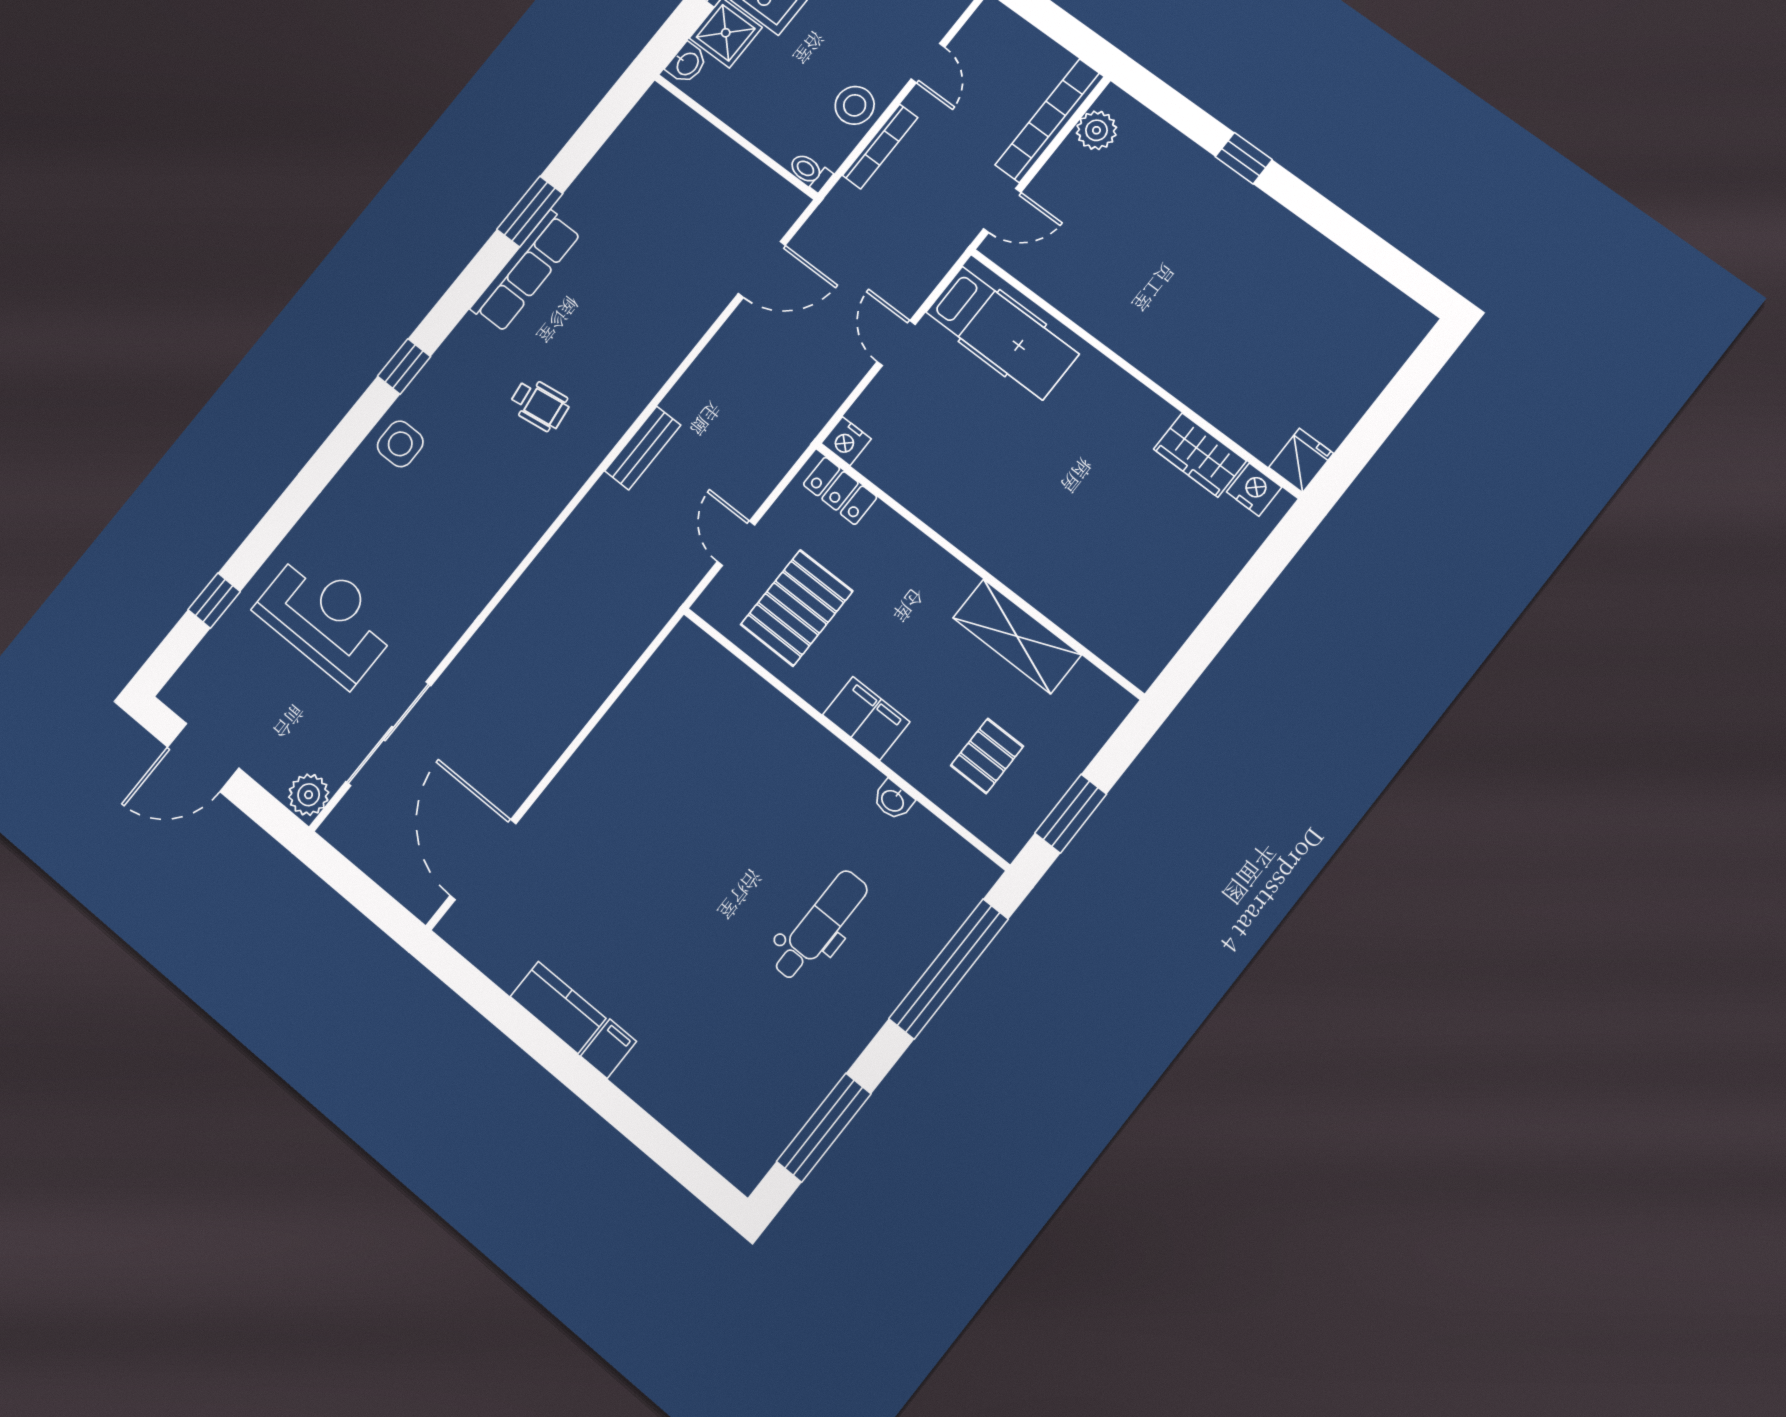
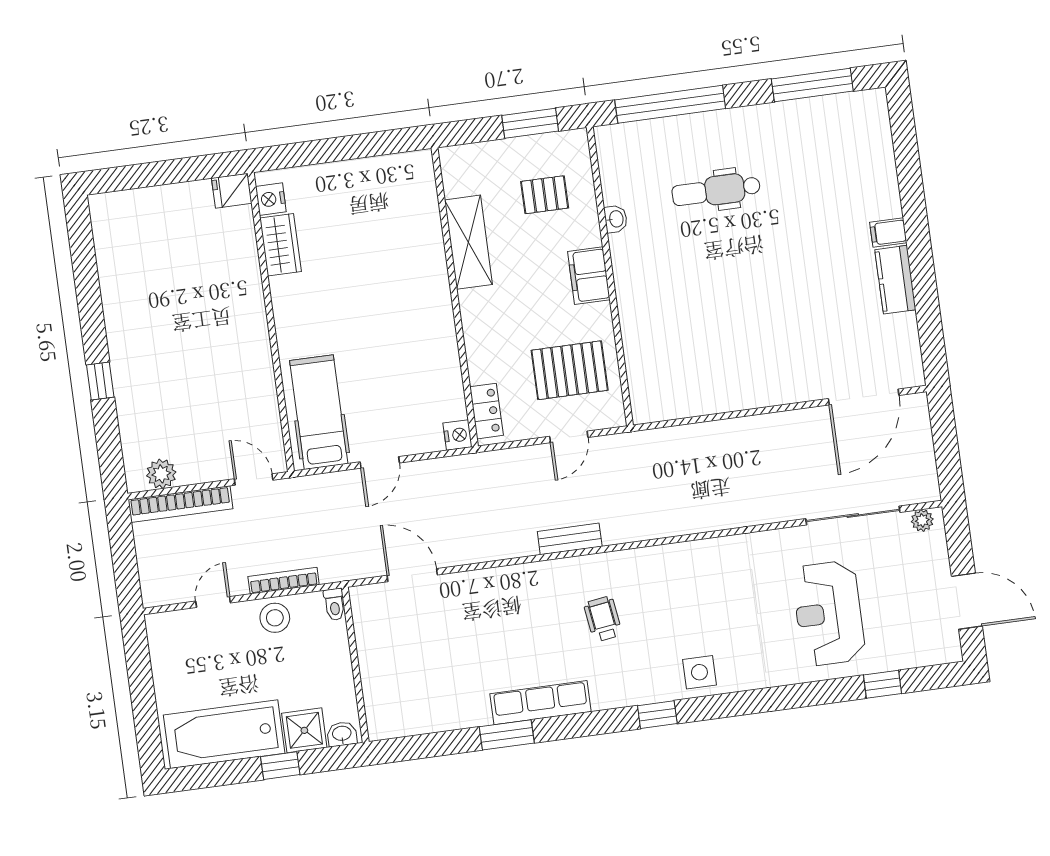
plant: (309, 795) -> (922, 520), width x0.73, depth x0.73

